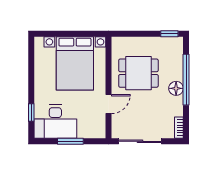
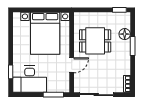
window: (186, 80) -> (133, 46), width x0.47
floor lamp: (176, 88) -> (125, 34), moved
window: (70, 141) -> (53, 95), moved

